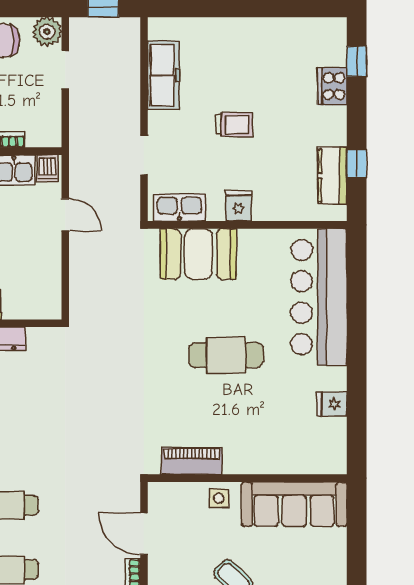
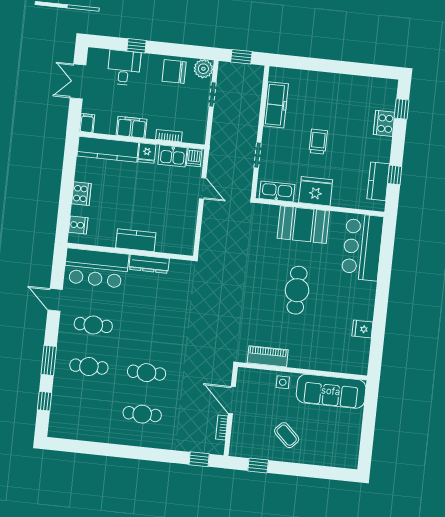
trolley: (234, 125) -> (318, 142), turned -90
fridge: (238, 206) -> (316, 191), width x1.88, depth x1.34
booth: (198, 254) -> (303, 225), moved
bar counter: (319, 297) -> (362, 247), width x0.73
cafe table: (226, 355) -> (297, 290), turned 90

